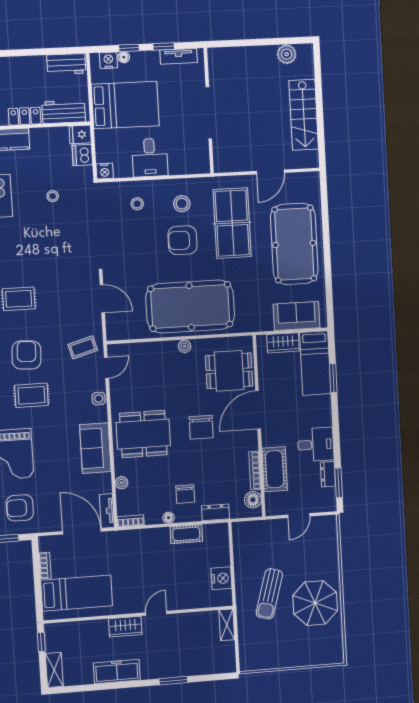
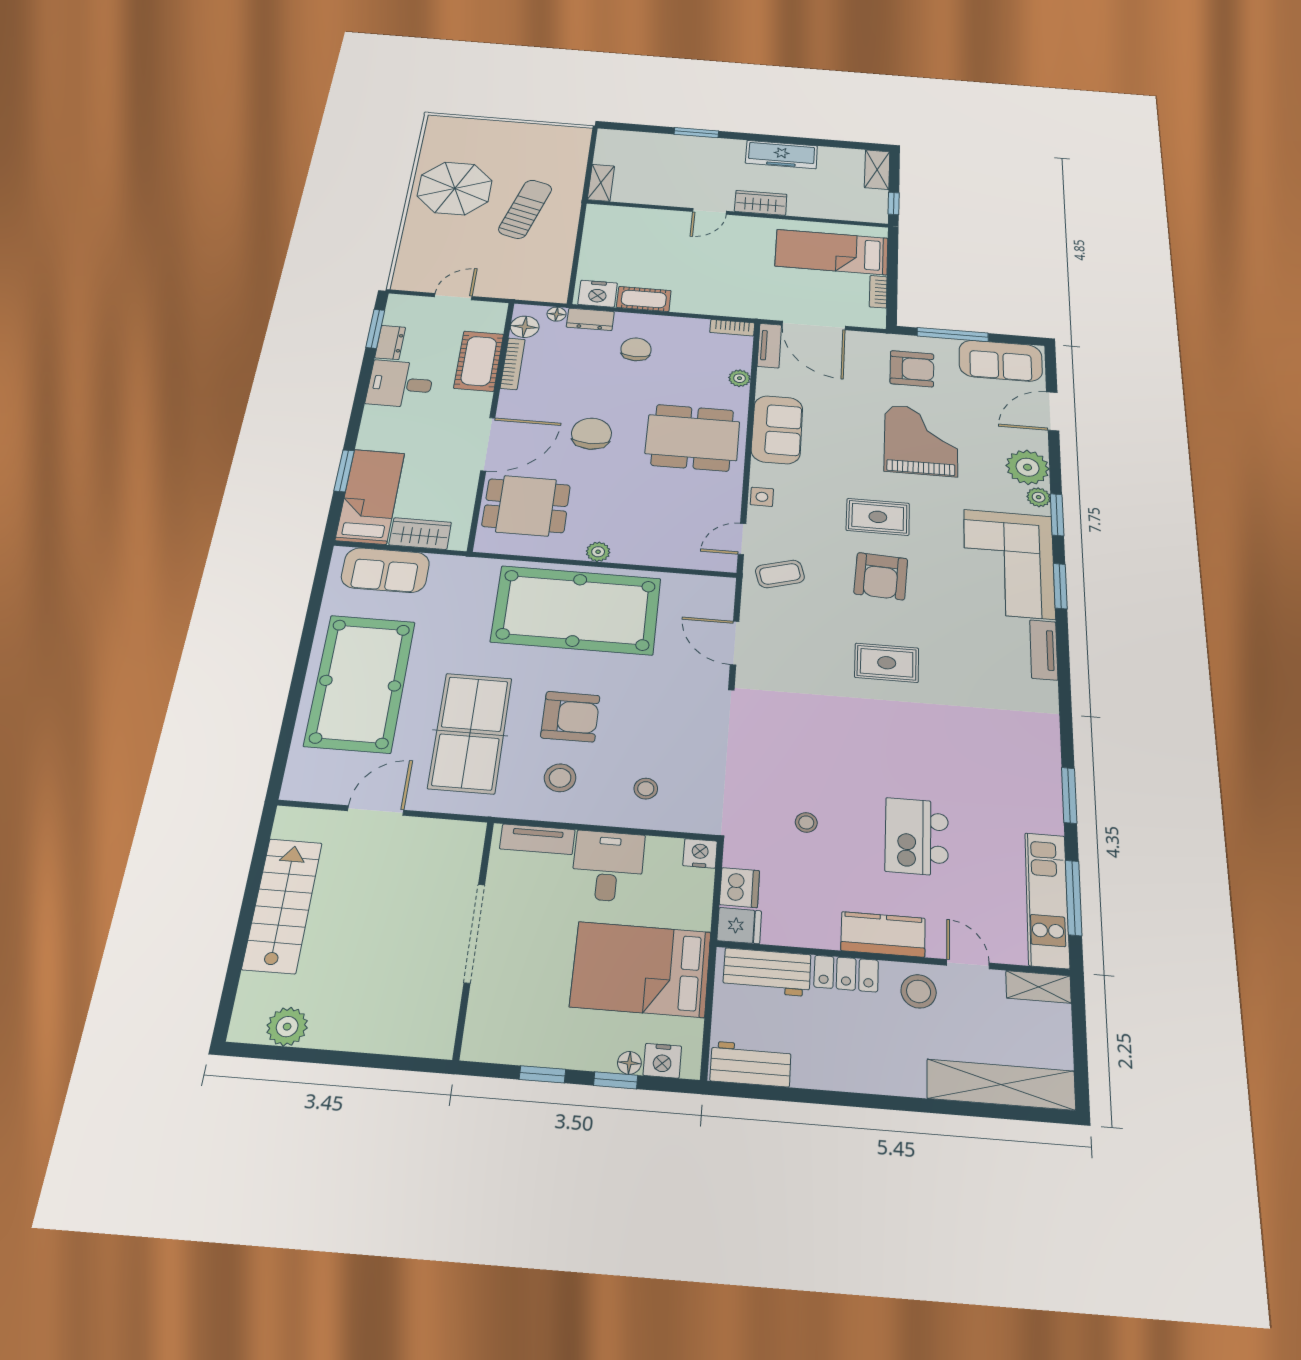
tv unit: (179, 56) -> (537, 839), moved, turned 180
floor lamp: (169, 518) -> (557, 314), moved
nightstand: (221, 578) -> (598, 294), moved, turned -90

